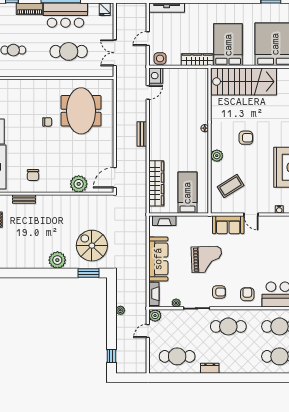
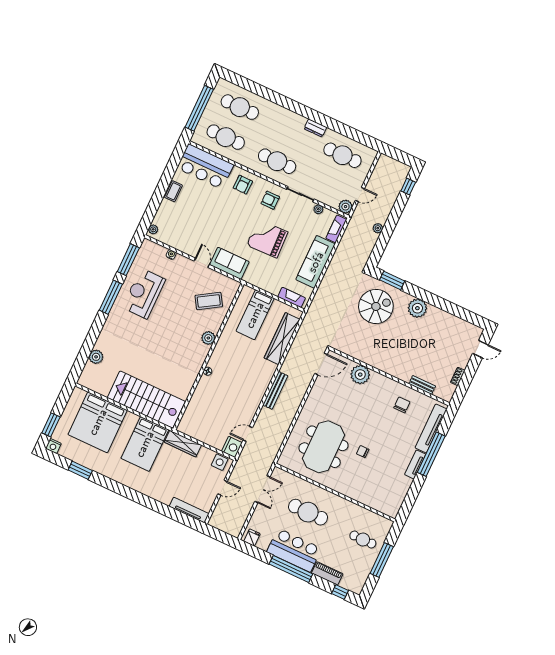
bench: (142, 134) -> (275, 390), width x1.36
armchair: (246, 138) -> (171, 342), removed
spiral stairs: (92, 246) -> (376, 306), turned -90

